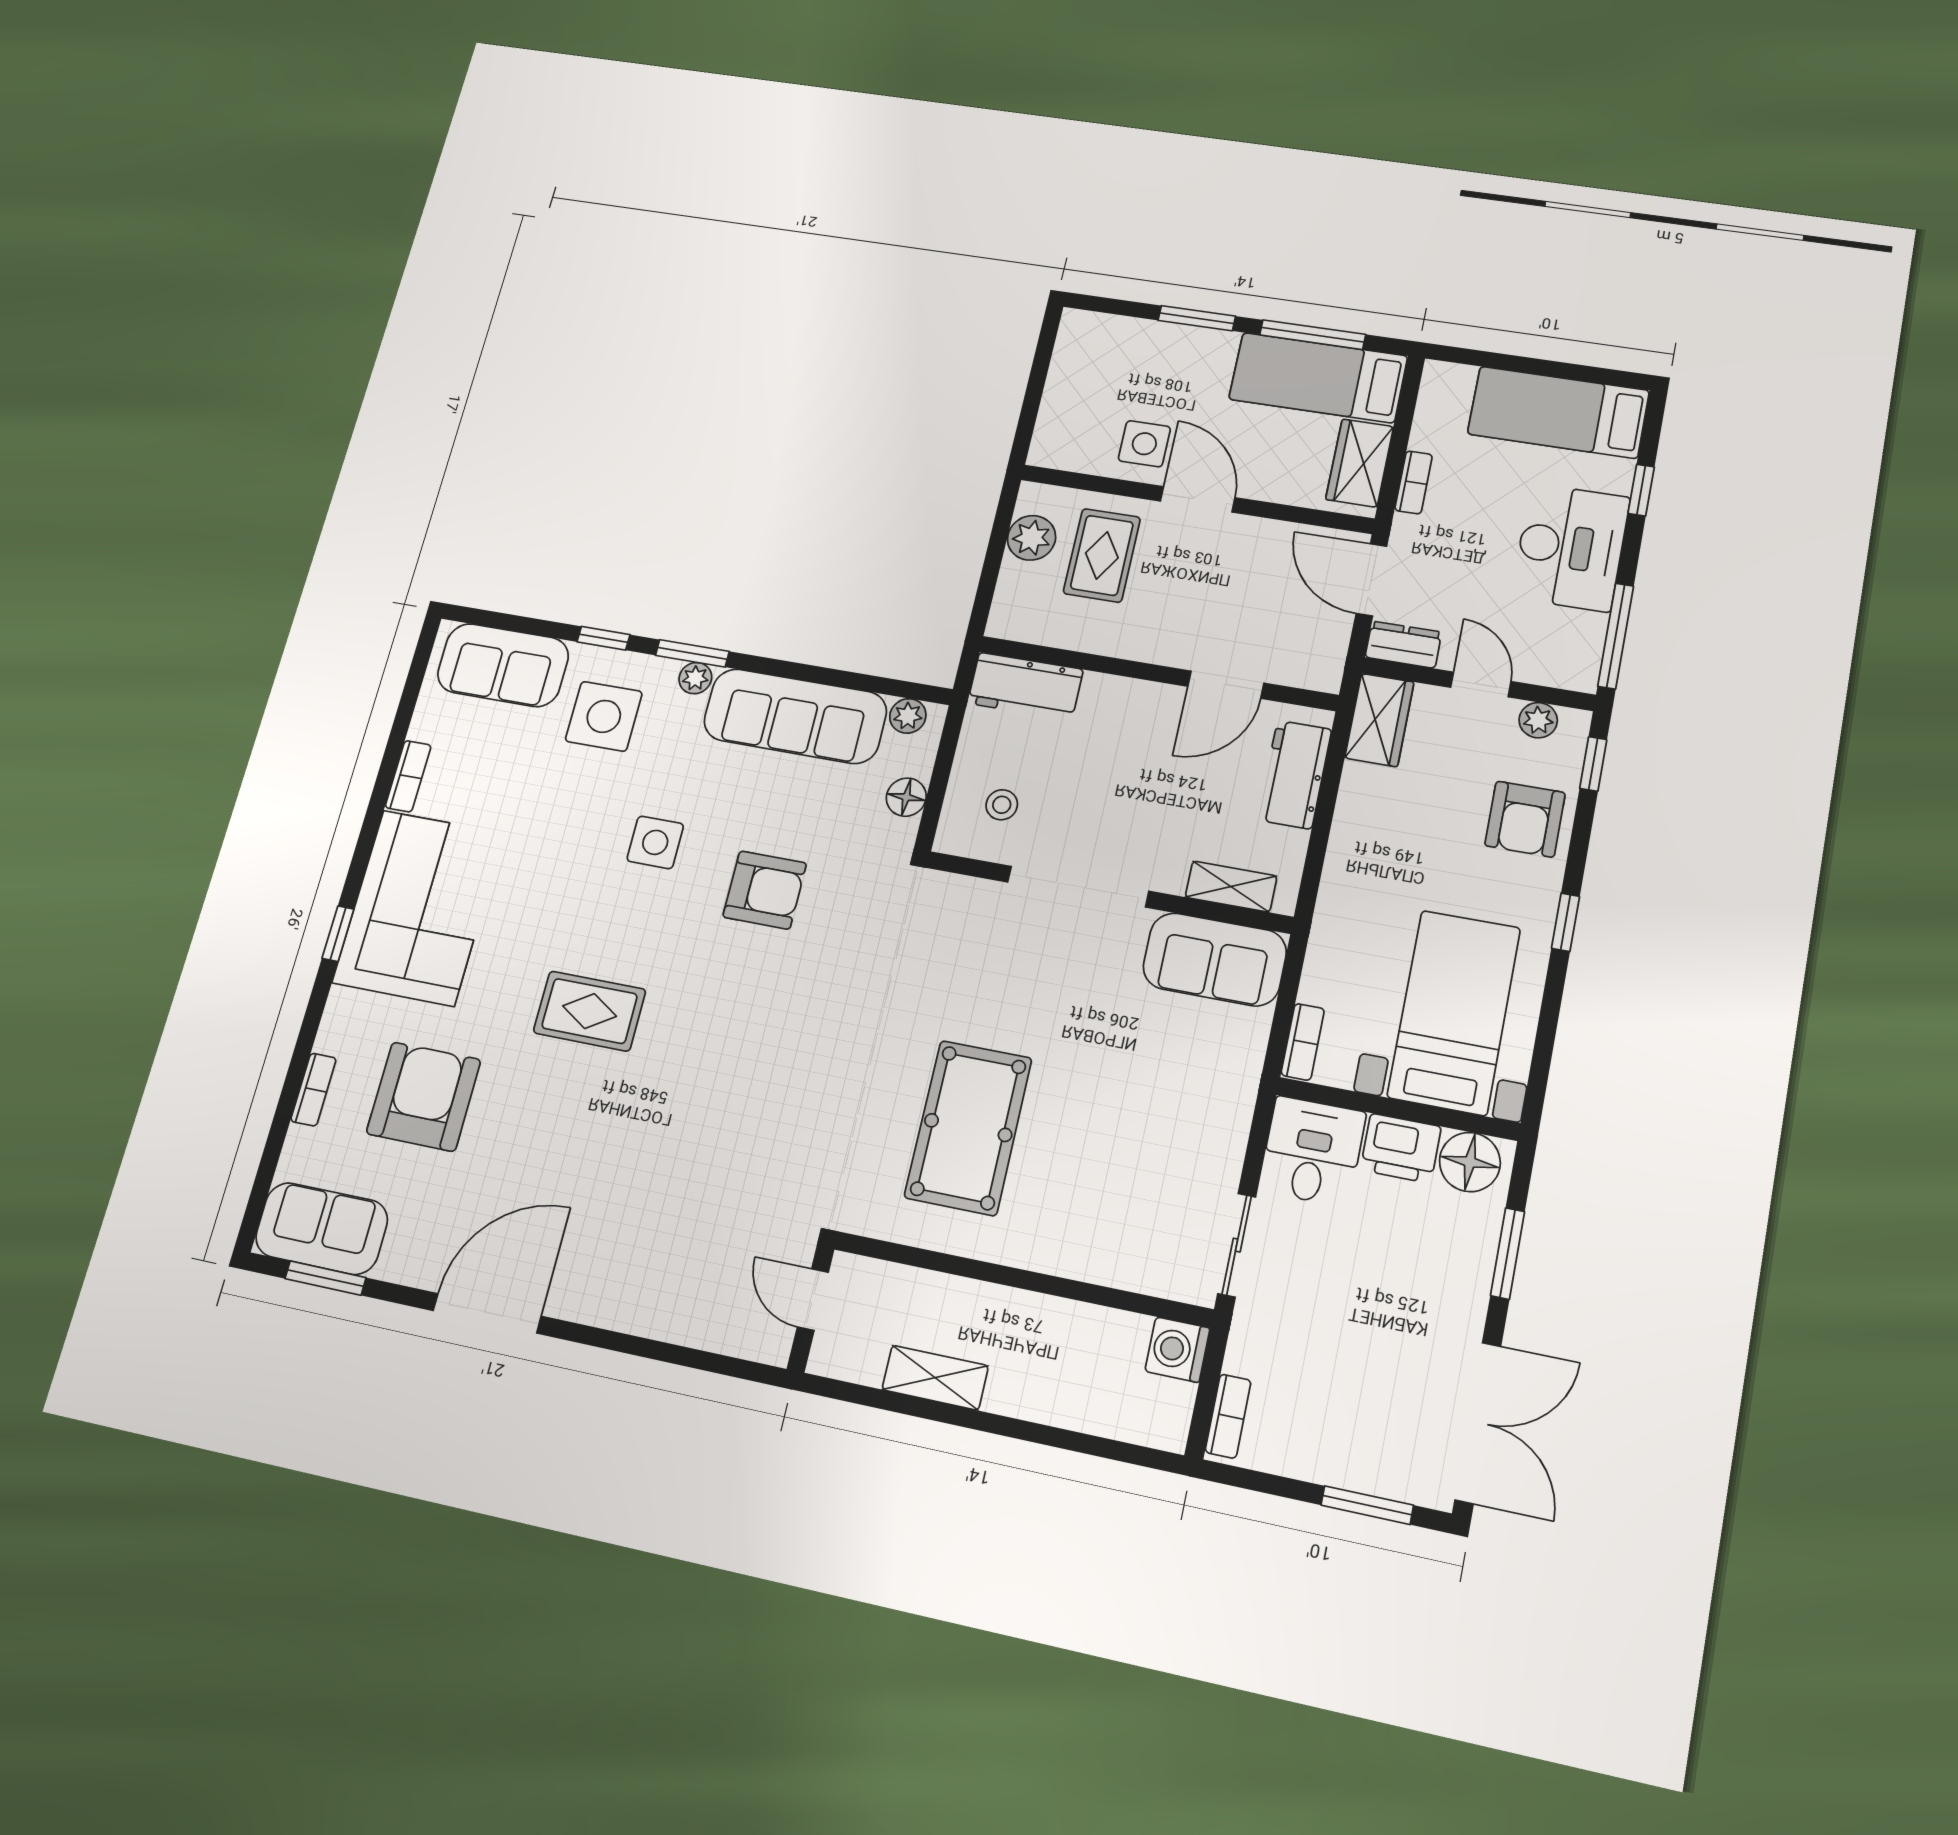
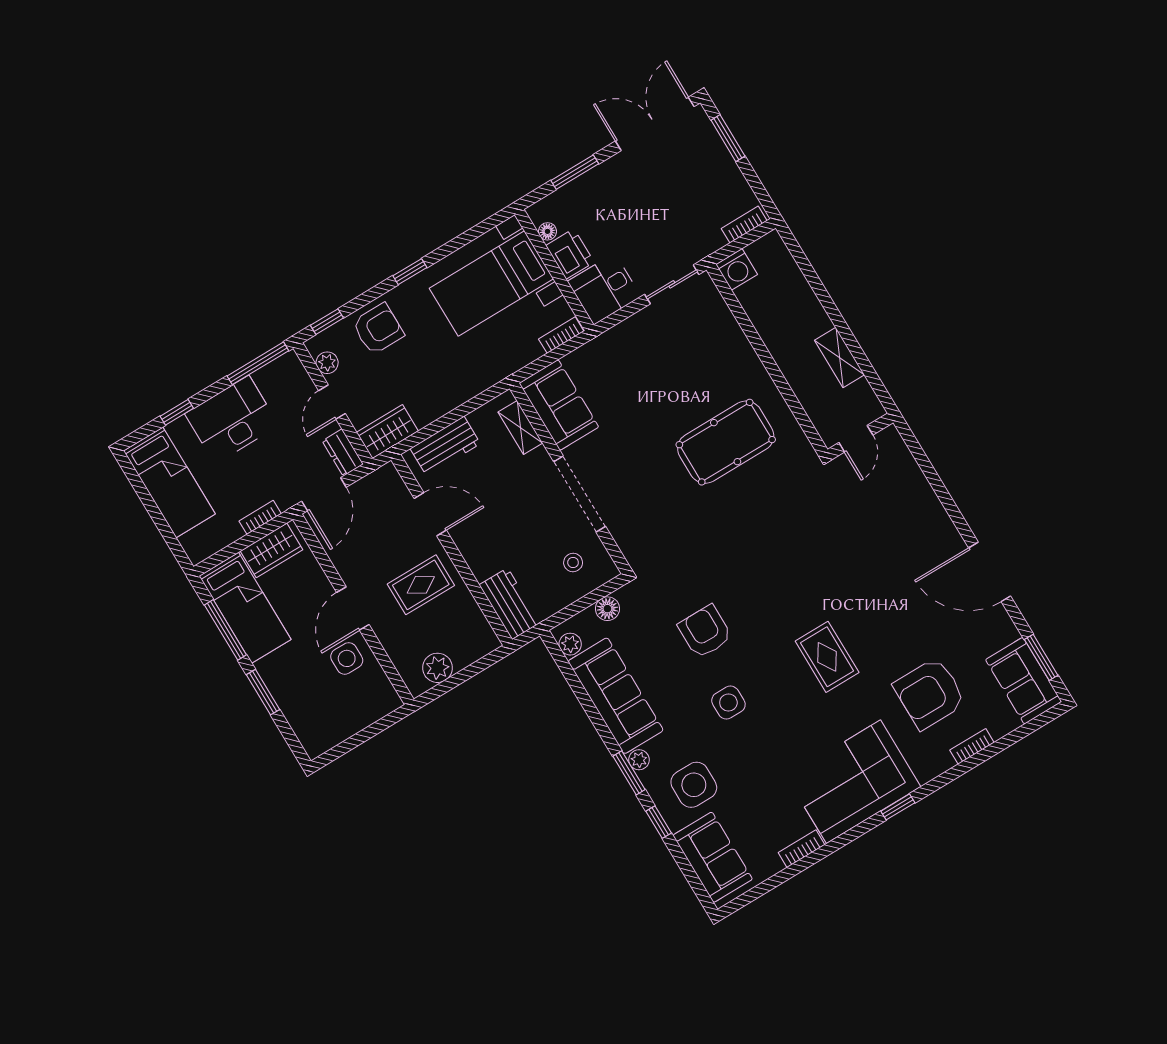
rug: (1102, 555) -> (421, 585), moved
floor lamp: (1470, 1162) -> (547, 231), width x0.53, depth x0.53

